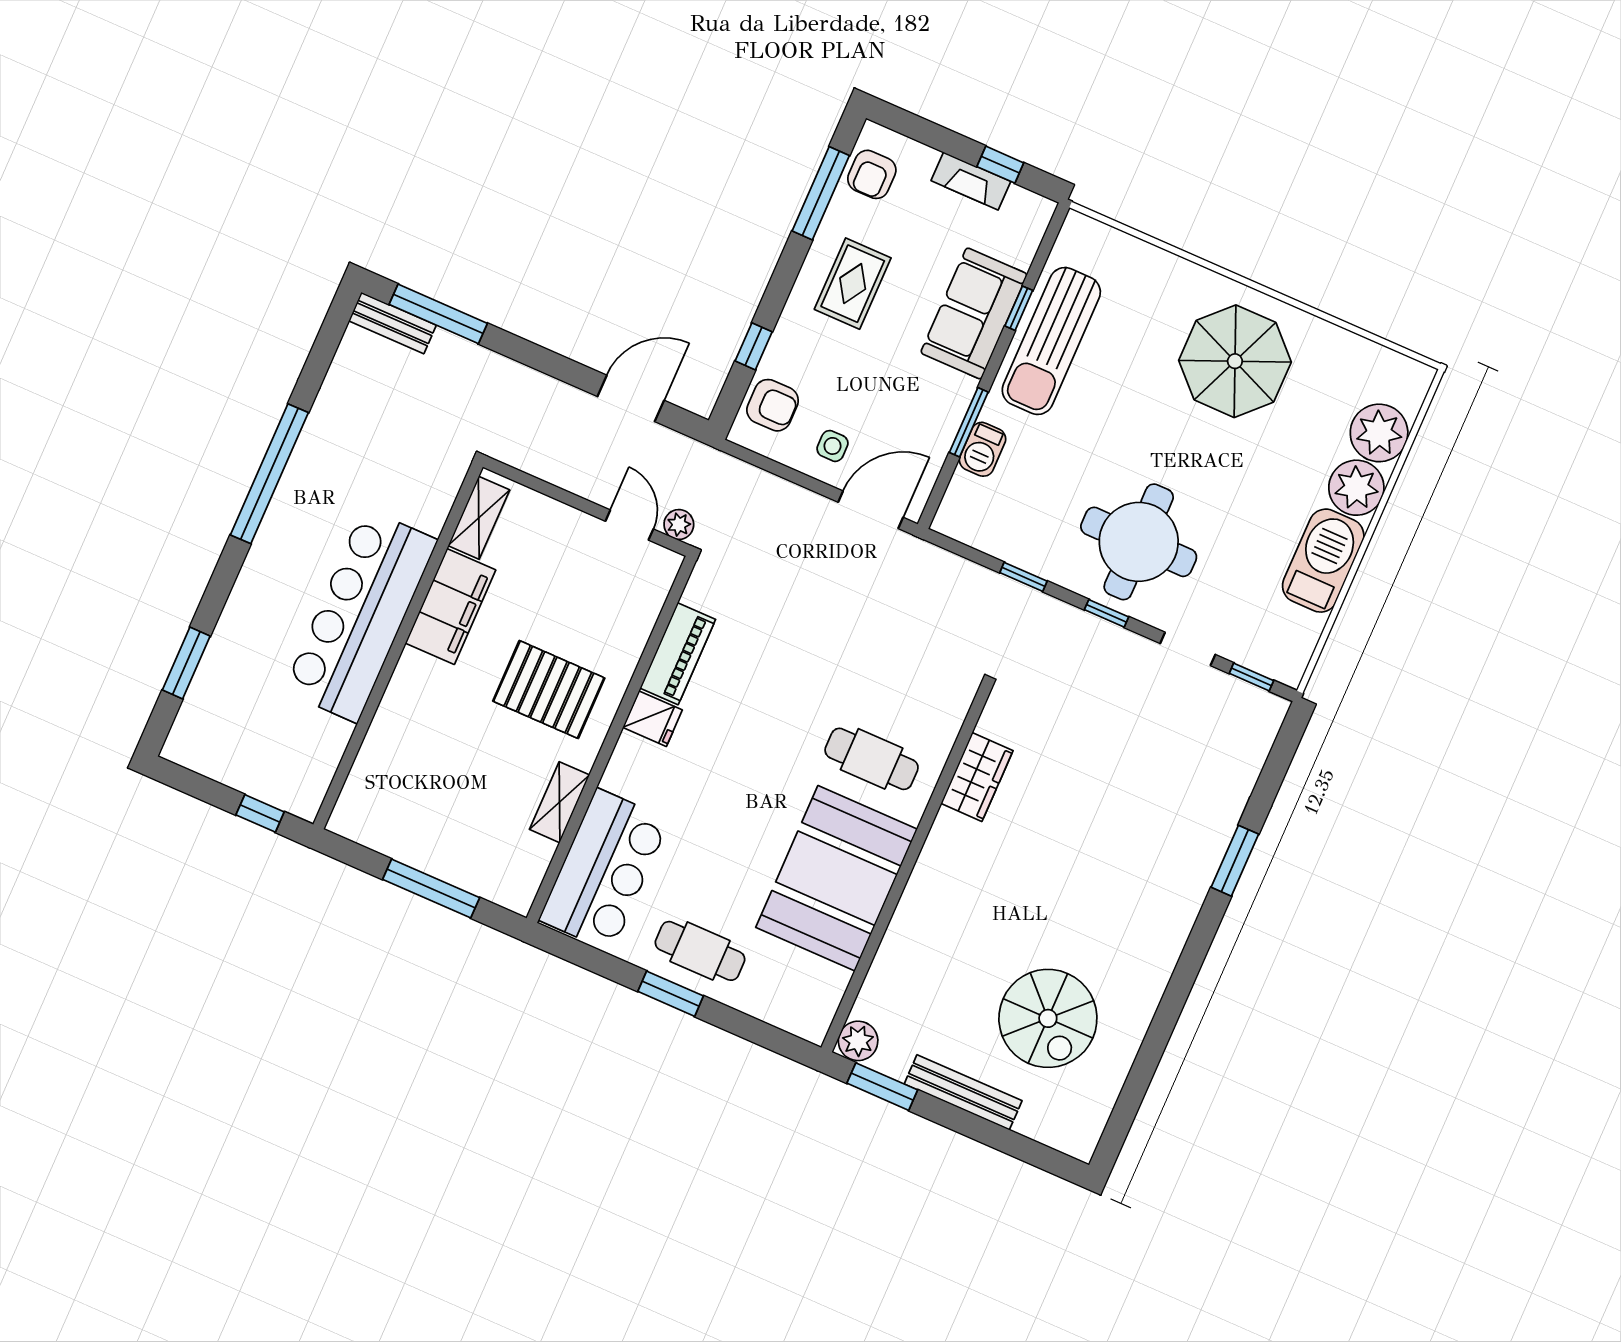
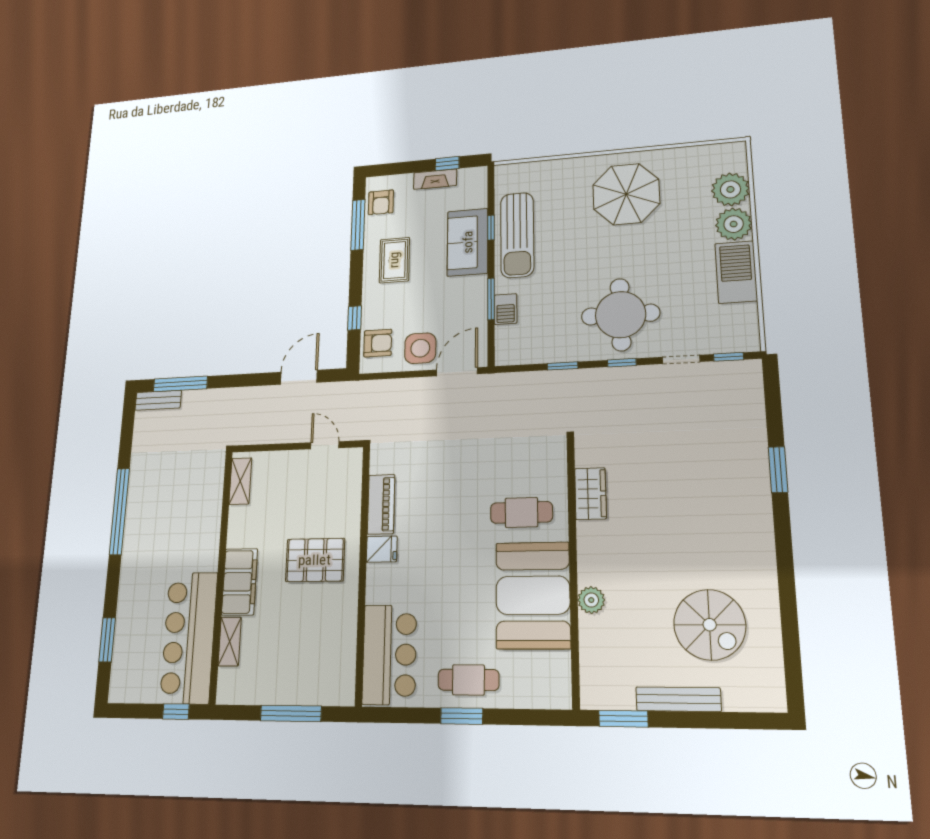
side table: (832, 446) -> (420, 348), width x1.87, depth x1.87
plant: (679, 524) -> (352, 432), removed
filing cabinet: (450, 607) -> (240, 582), moved
bar counter: (360, 615) -> (189, 637), moved
shelving: (560, 802) -> (230, 642), moved
plant: (858, 1041) -> (591, 600), moved

